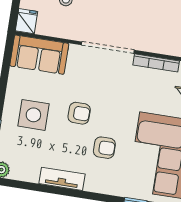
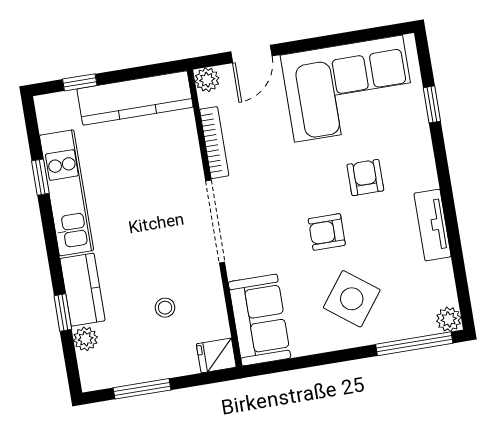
armchair: (79, 113) -> (327, 232), turned -91
side table: (33, 115) -> (352, 299), turned 37

